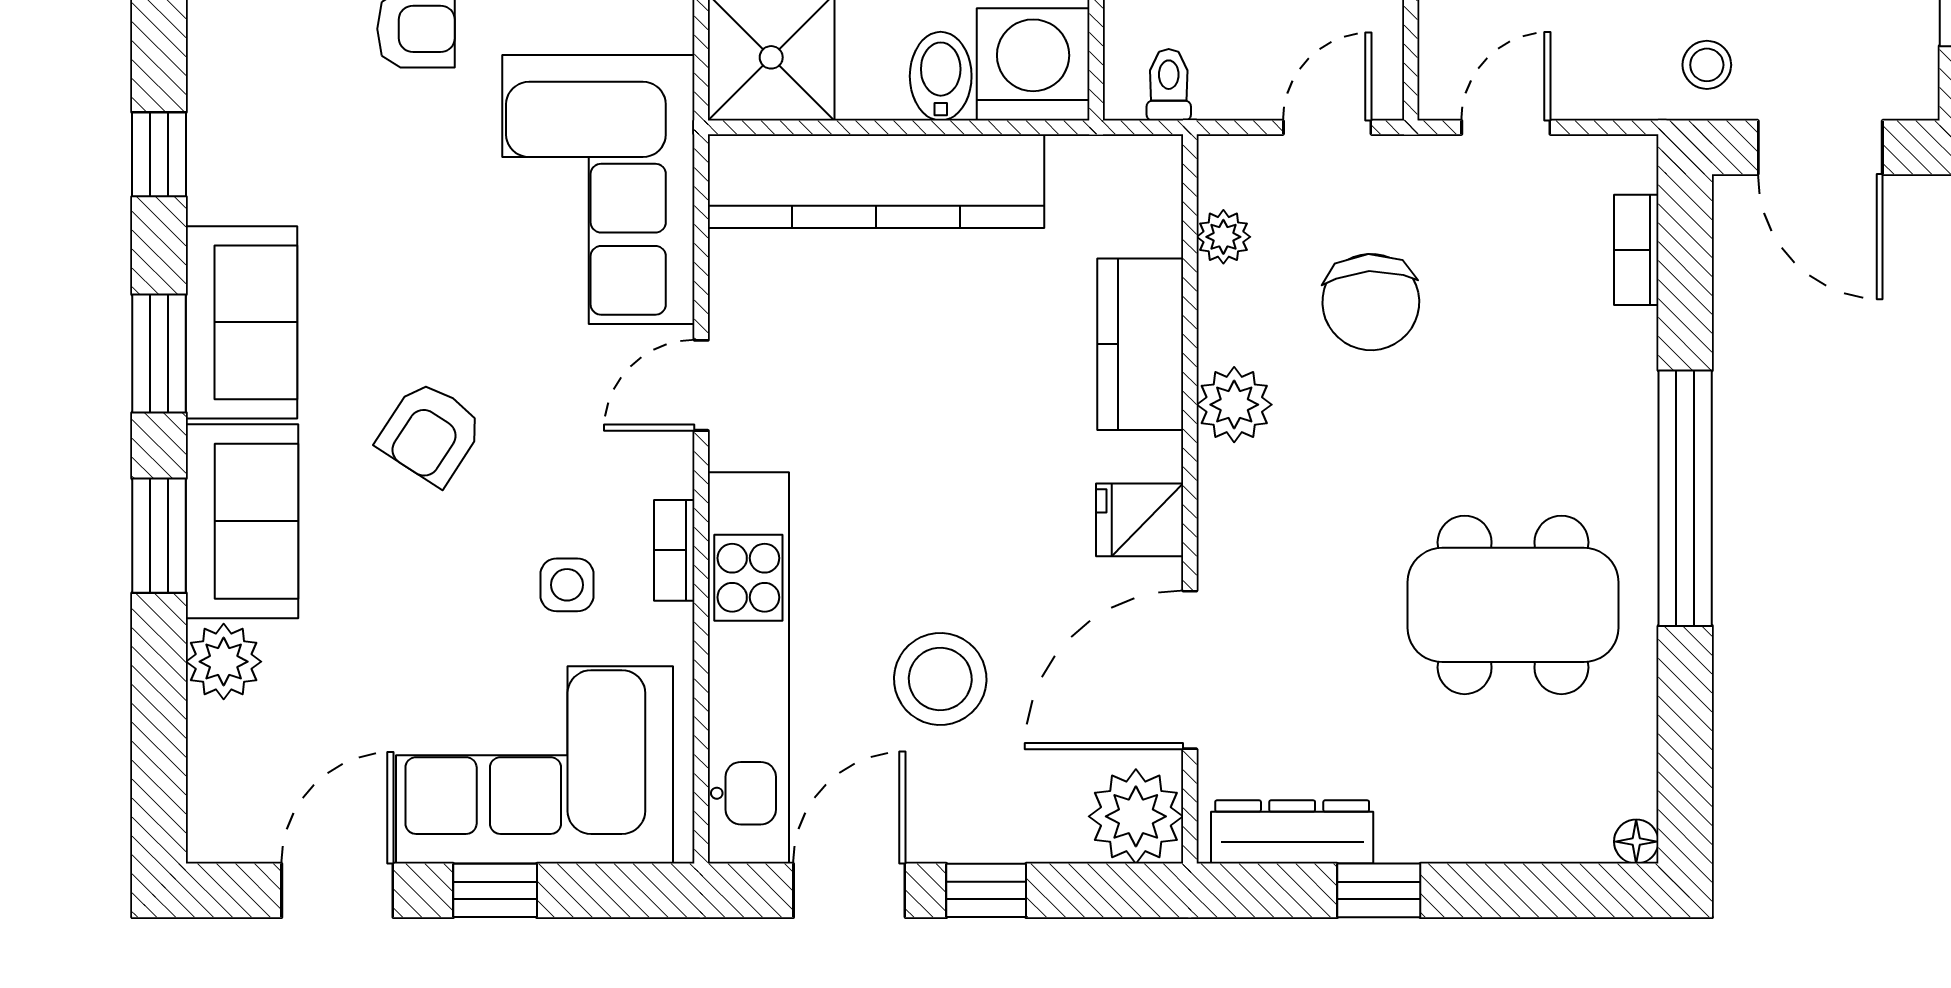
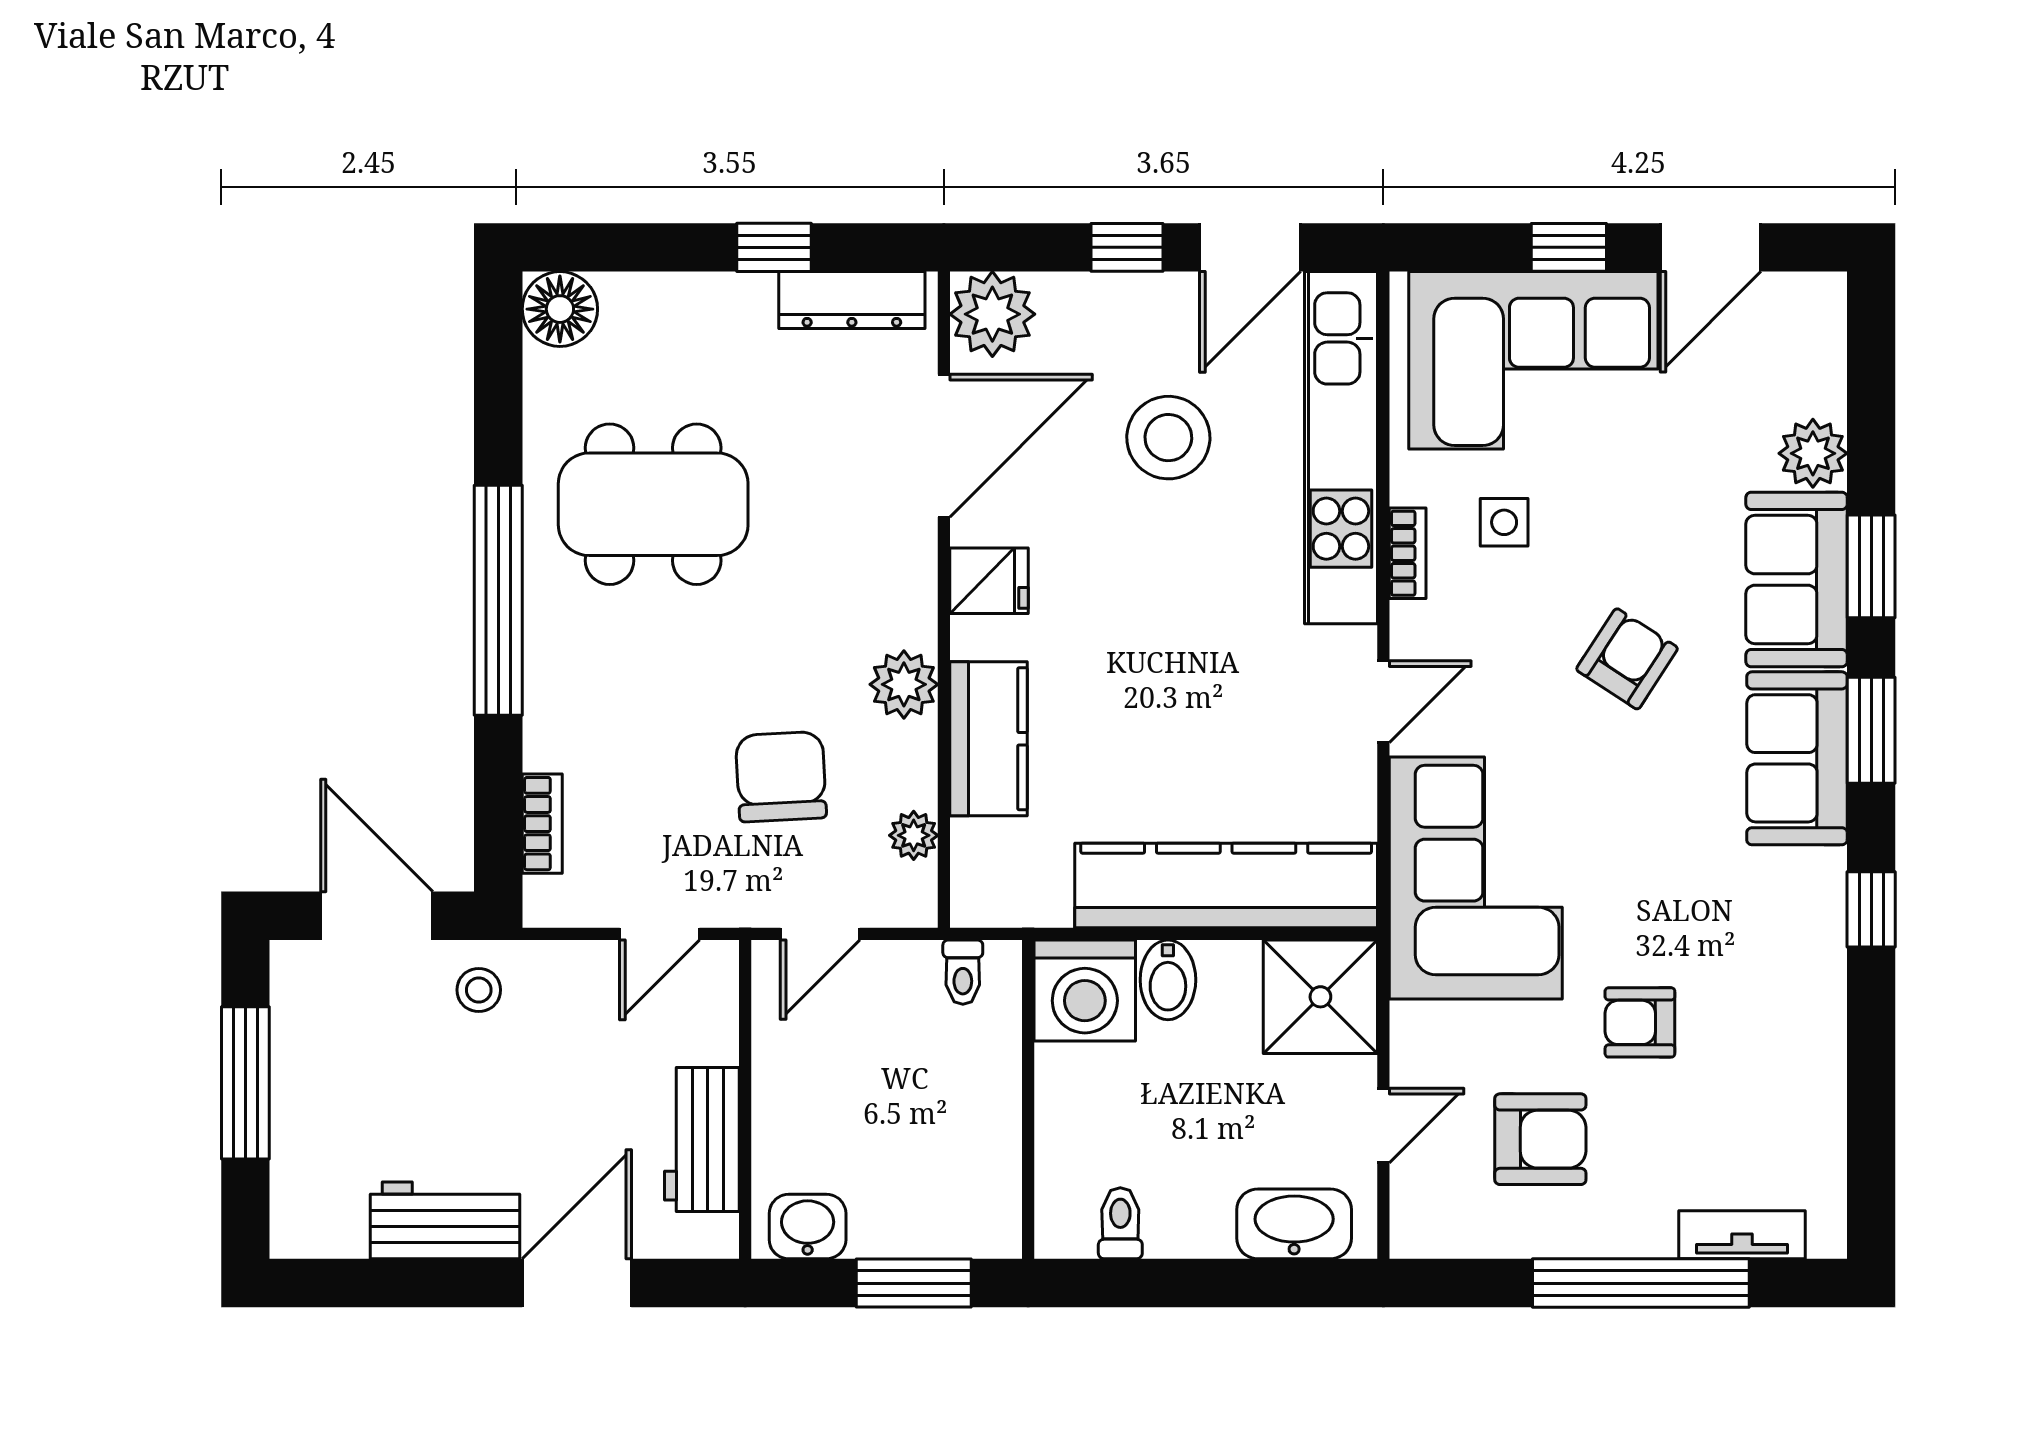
floor lamp: (1636, 842) -> (560, 309), width x1.89, depth x1.89

